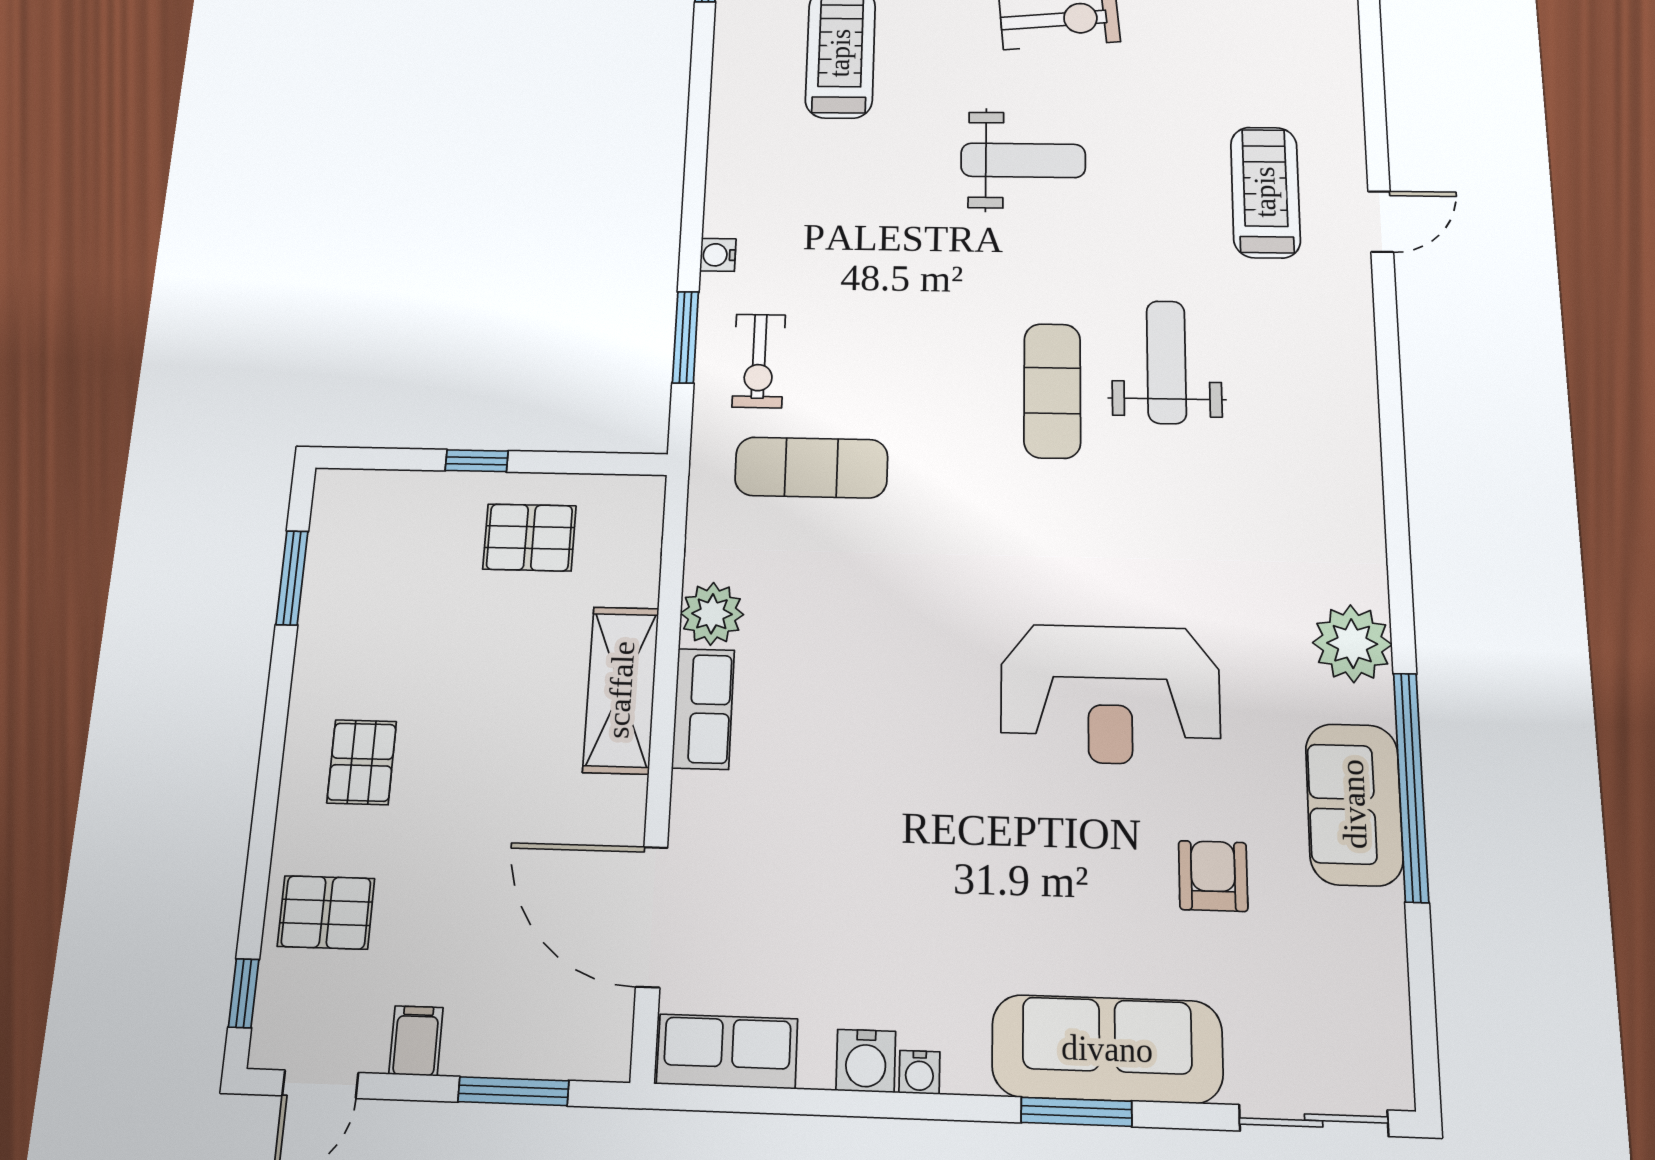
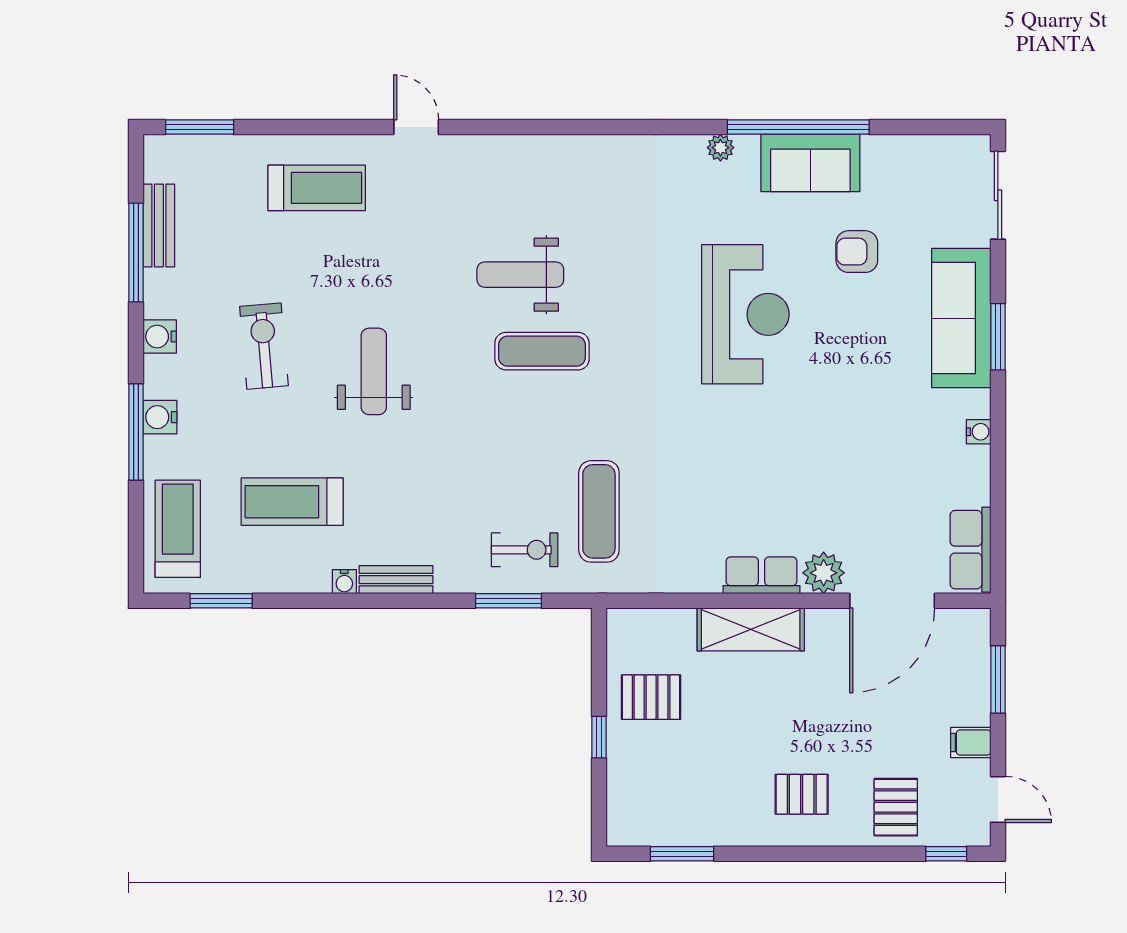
bench: (724, 186) -> (396, 580), added
treadmill: (1265, 192) -> (317, 188), moved, turned 180
water cooler: (718, 255) -> (344, 582), moved
pallet: (529, 537) -> (651, 697), turned 90
plant: (712, 614) -> (824, 573), moved
plant: (1352, 644) -> (720, 148), width x0.53, depth x0.53
water cooler: (866, 1061) -> (973, 465), removed

